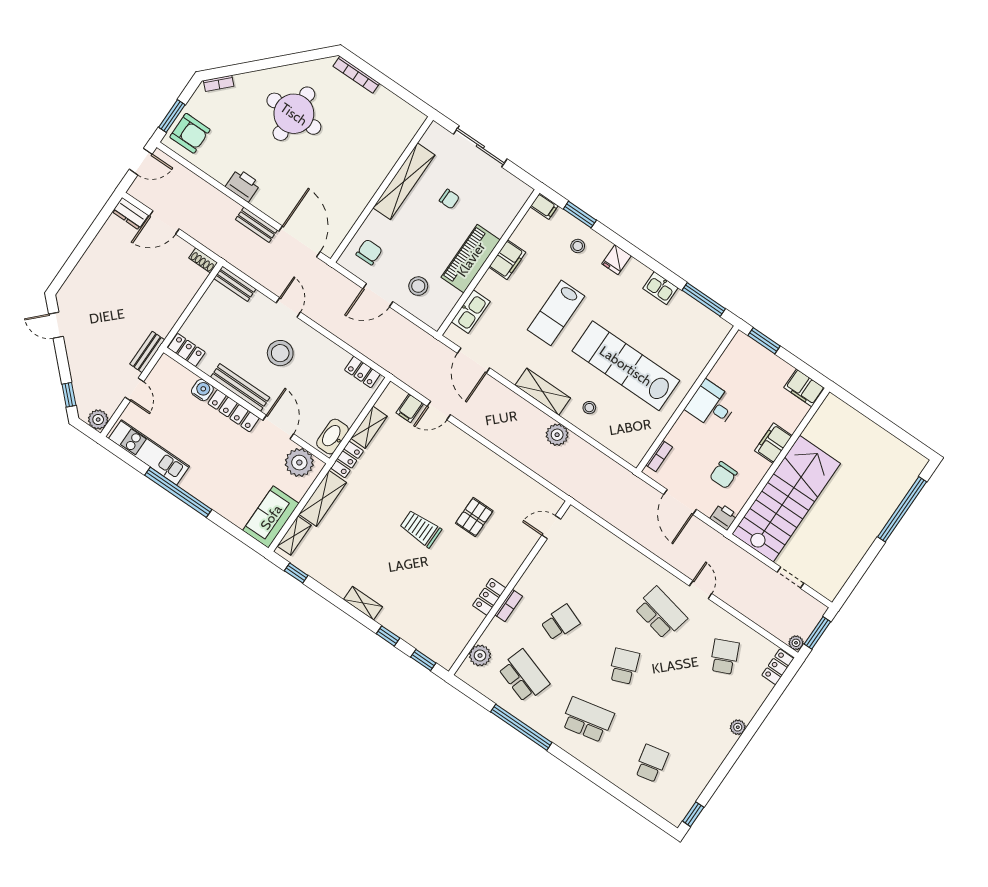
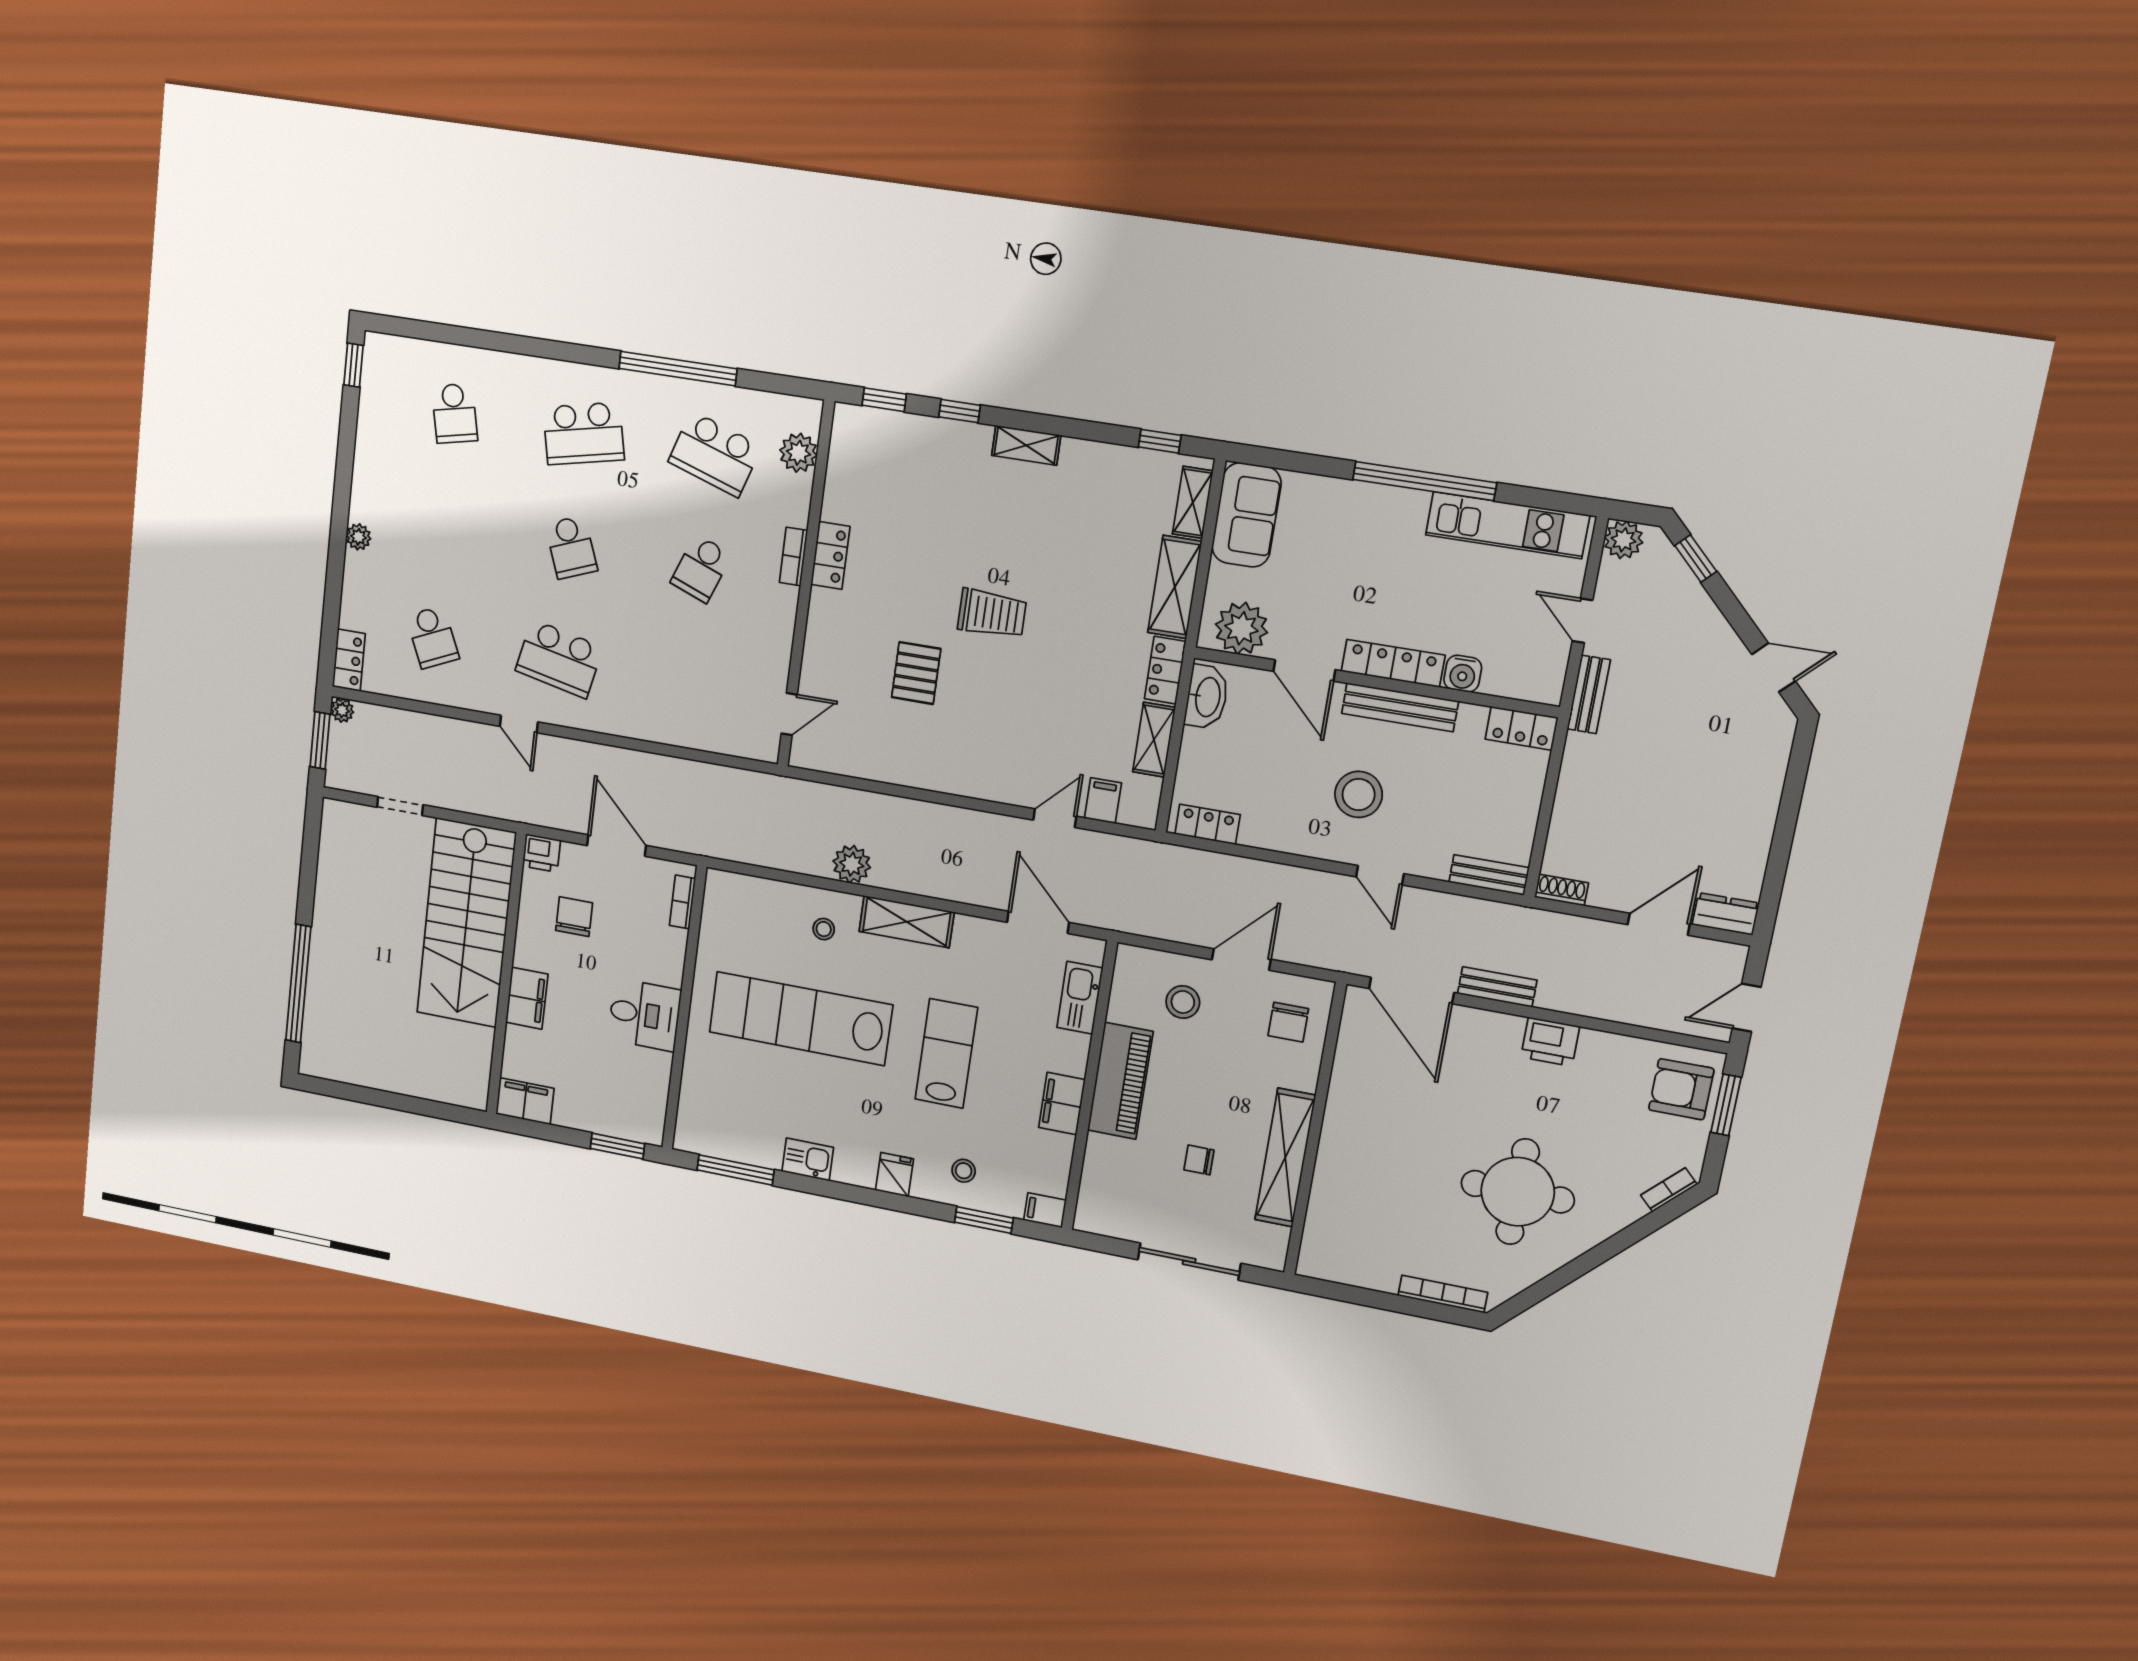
lab bench: (626, 366) -> (801, 1019), turned 180

